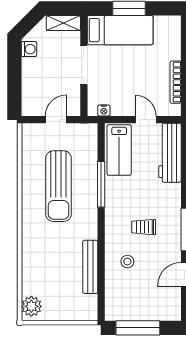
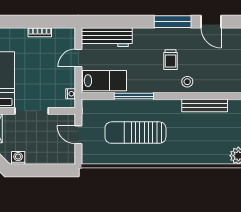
bookcase: (176, 82) -> (40, 32), width x0.64
sun lounger: (58, 186) -> (135, 133), turned 180
stool: (127, 262) -> (187, 82), moved

